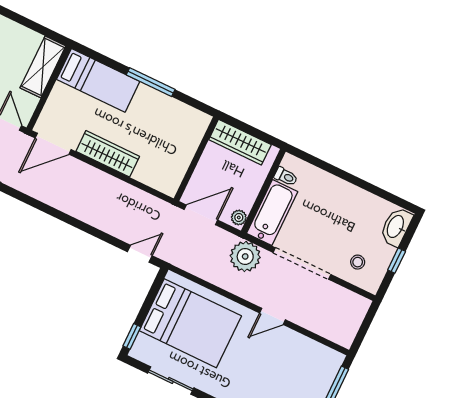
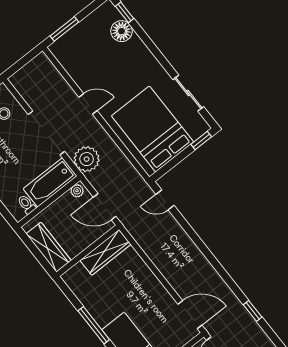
wardrobe: (108, 154) -> (105, 252), moved, turned -90

